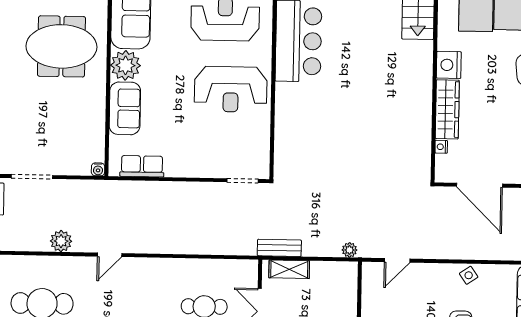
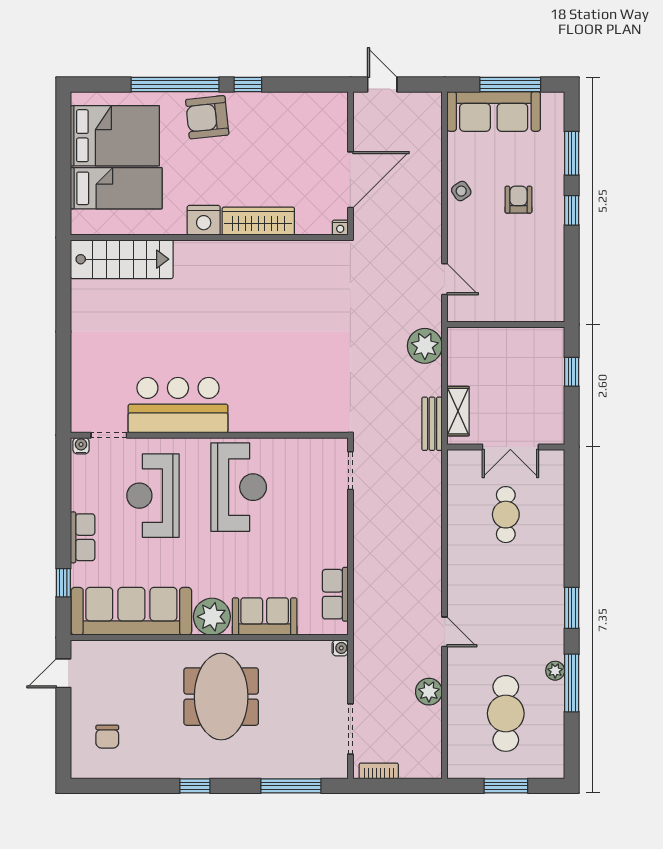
meeting table: (61, 46) -> (221, 697), moved
nightstand: (441, 147) -> (340, 228), moved
plant: (349, 250) -> (425, 346), width x1.87, depth x1.87

